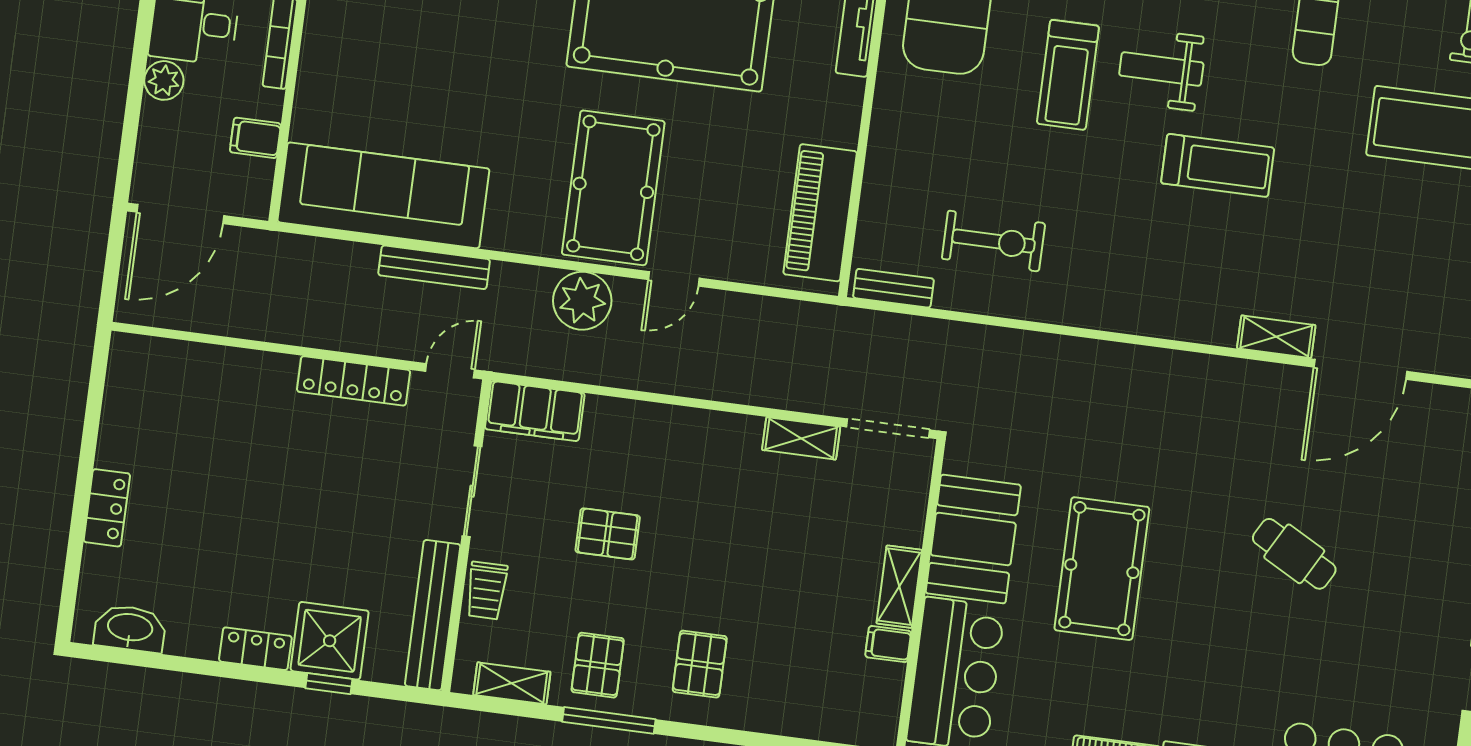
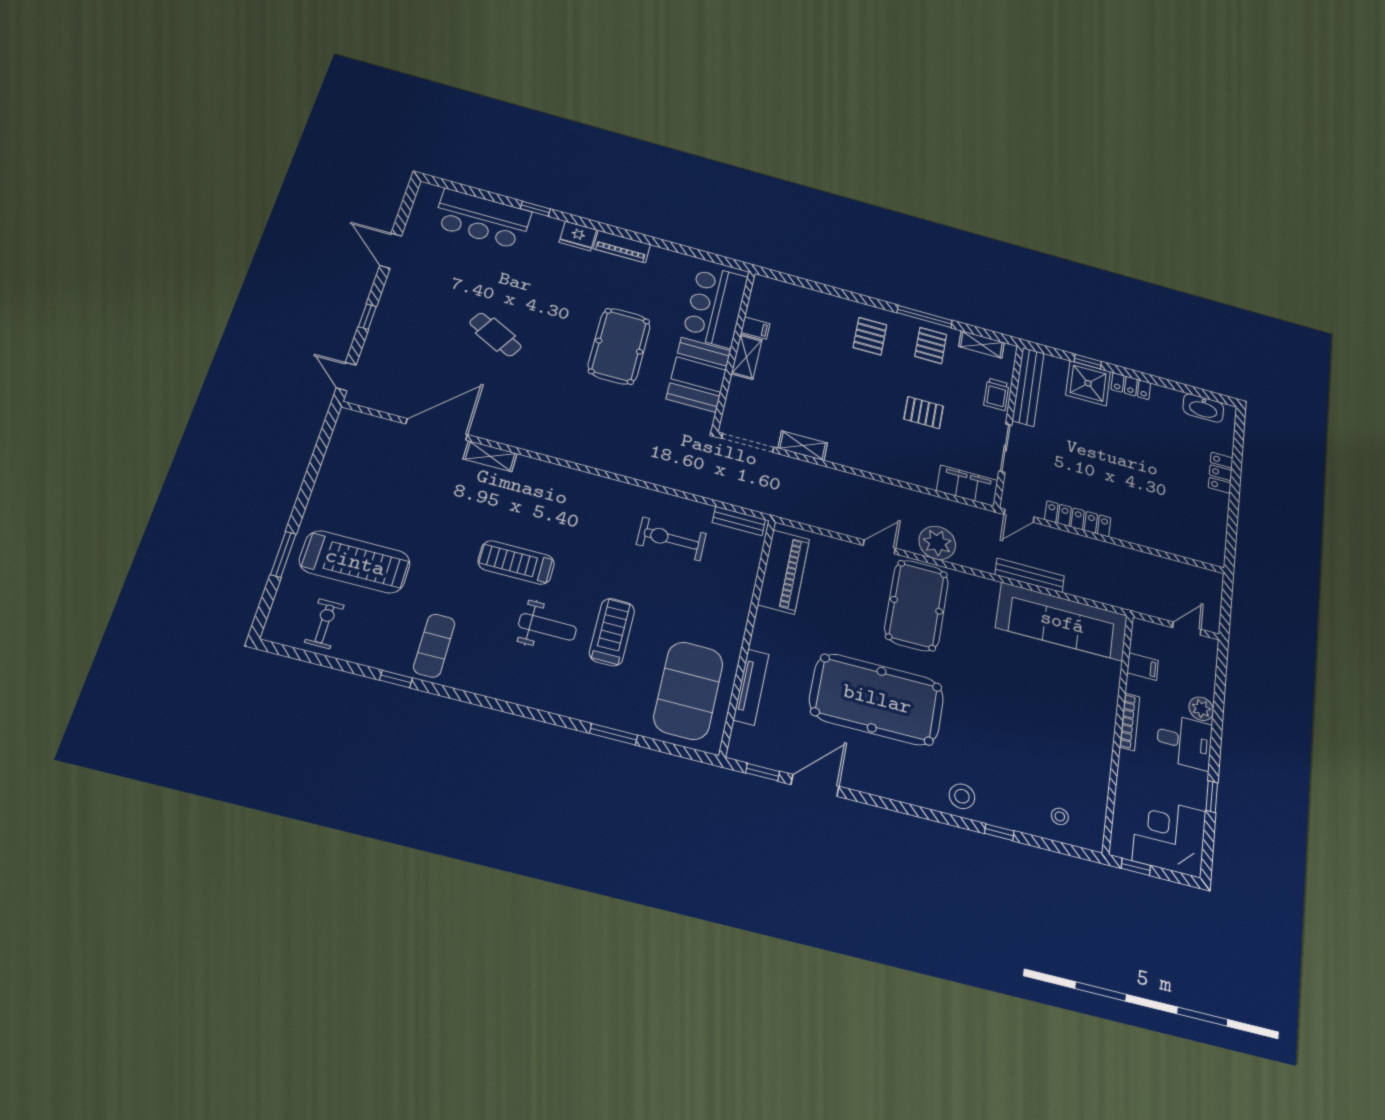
door: (180, 214) -> (1187, 629), width x0.53
trolley: (486, 591) -> (996, 394), turned 180

